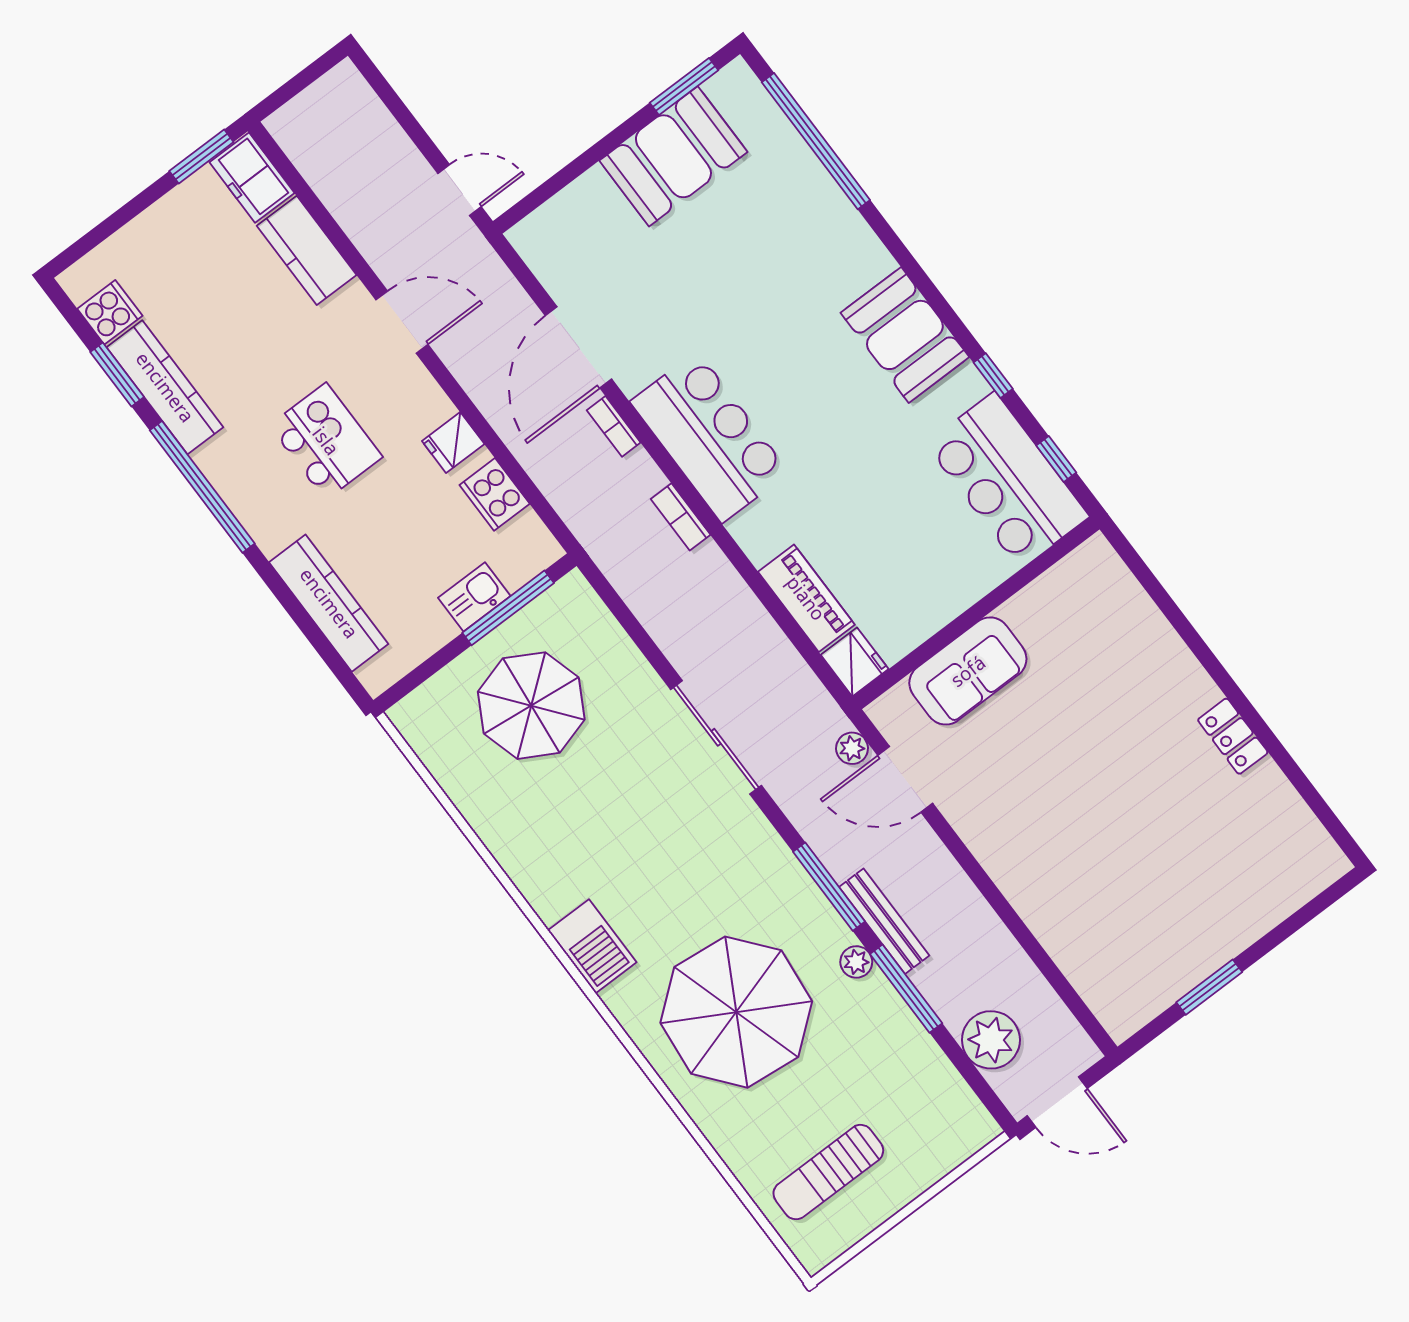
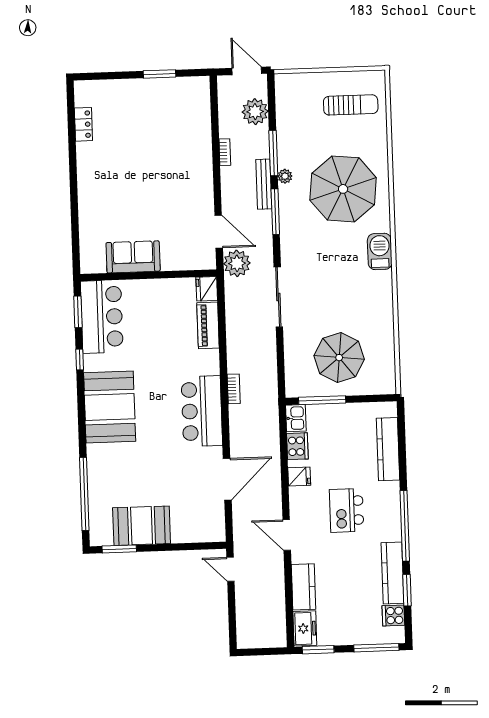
window: (100, 233) -> (376, 648), added
booth: (905, 335) -> (110, 407), width x1.36, depth x1.42
bookcase: (614, 426) -> (225, 152), moved
window: (1056, 459) -> (78, 312), width x1.50
kitchen sink: (474, 597) -> (296, 418), moved, turned -90
sofa: (968, 671) -> (133, 257), moved
locker: (1233, 736) -> (83, 124), moved
plant: (852, 748) -> (237, 263), width x1.87, depth x1.87

